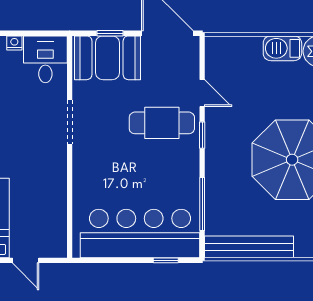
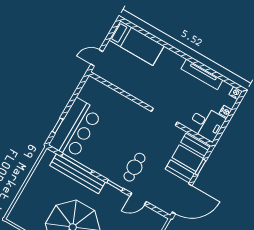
cafe table: (162, 123) -> (134, 167), width x0.73, depth x0.74
bar counter: (140, 233) -> (76, 129), width x0.73
bench: (249, 247) -> (77, 174), moved, turned 90
door: (26, 260) -> (97, 58), moved

